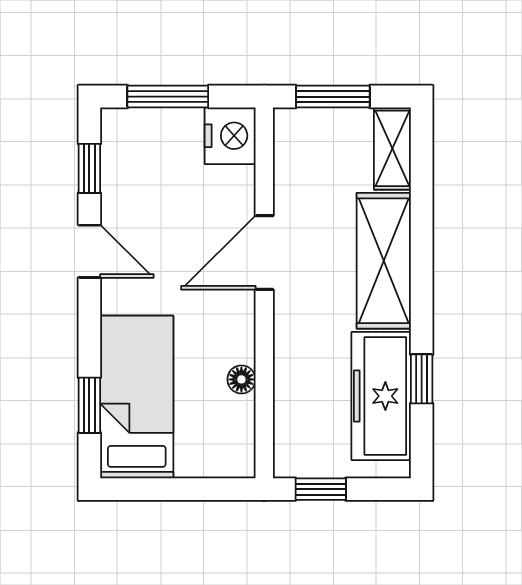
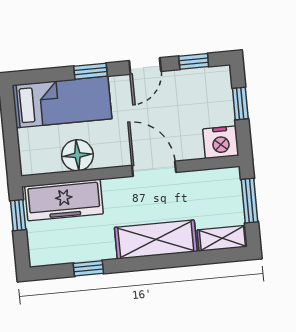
window: (168, 97) -> (240, 104), width x0.67
floor lamp: (241, 379) -> (77, 155), width x1.89, depth x1.89
freezer: (381, 396) -> (64, 200), moved, turned 180
window: (89, 405) -> (91, 71), moved

